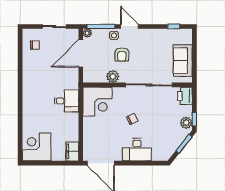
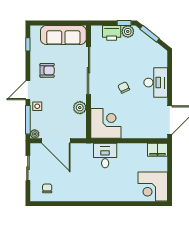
armchair: (122, 54) -> (47, 70), moved
sofa: (183, 61) -> (63, 35), width x1.36
printer: (185, 96) -> (112, 33), moved

